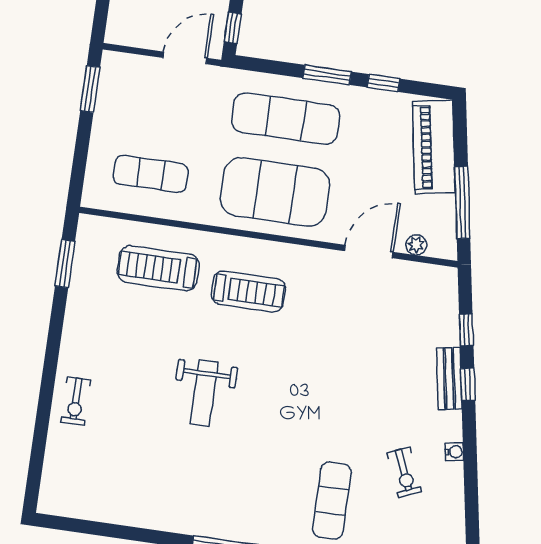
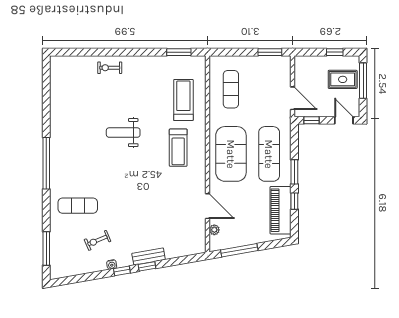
piano: (434, 147) -> (281, 210), moved, turned -80
window: (466, 330) -> (122, 271), moved

